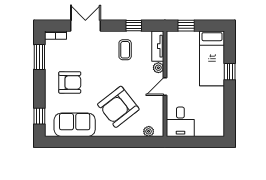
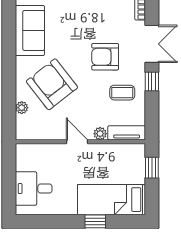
window: (134, 26) -> (152, 82), moved
armchair: (70, 82) -> (105, 57), moved, turned 90
desk: (180, 122) -> (34, 189), moved
plant: (149, 131) -> (22, 108), moved

